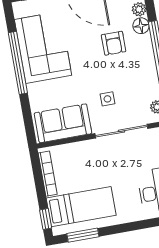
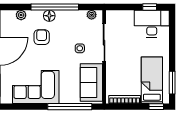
floor lamp: (141, 26) -> (49, 16), moved
armchair: (114, 43) -> (42, 37), turned -90
window: (18, 63) -> (70, 107), moved

